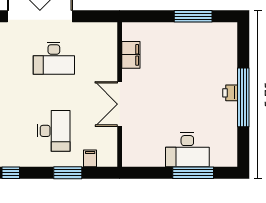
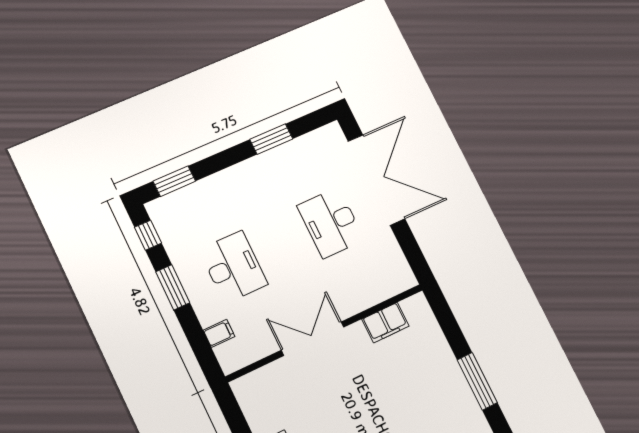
desk: (54, 131) -> (233, 267), turned -90
window: (68, 173) -> (173, 287), moved

